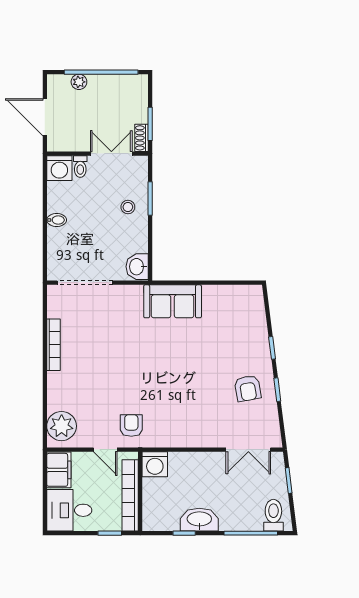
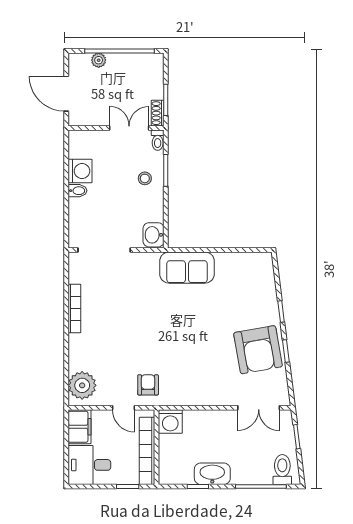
toilet: (80, 166) -> (158, 140), moved
washing machine: (59, 168) -> (80, 171), moved, turned -90
armchair: (248, 388) -> (258, 350), width x1.88, depth x1.88

